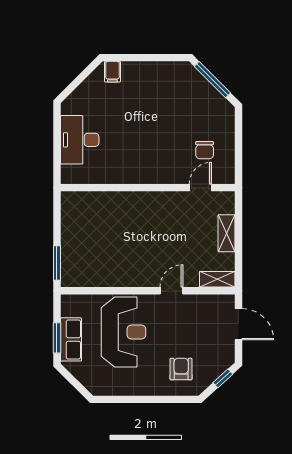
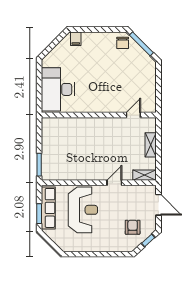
desk: (80, 140) -> (58, 89), width x1.36, depth x1.30
chair: (205, 150) -> (123, 43), moved
row of seats: (71, 339) -> (48, 208), width x1.48
armchair: (181, 369) -> (133, 227), moved

